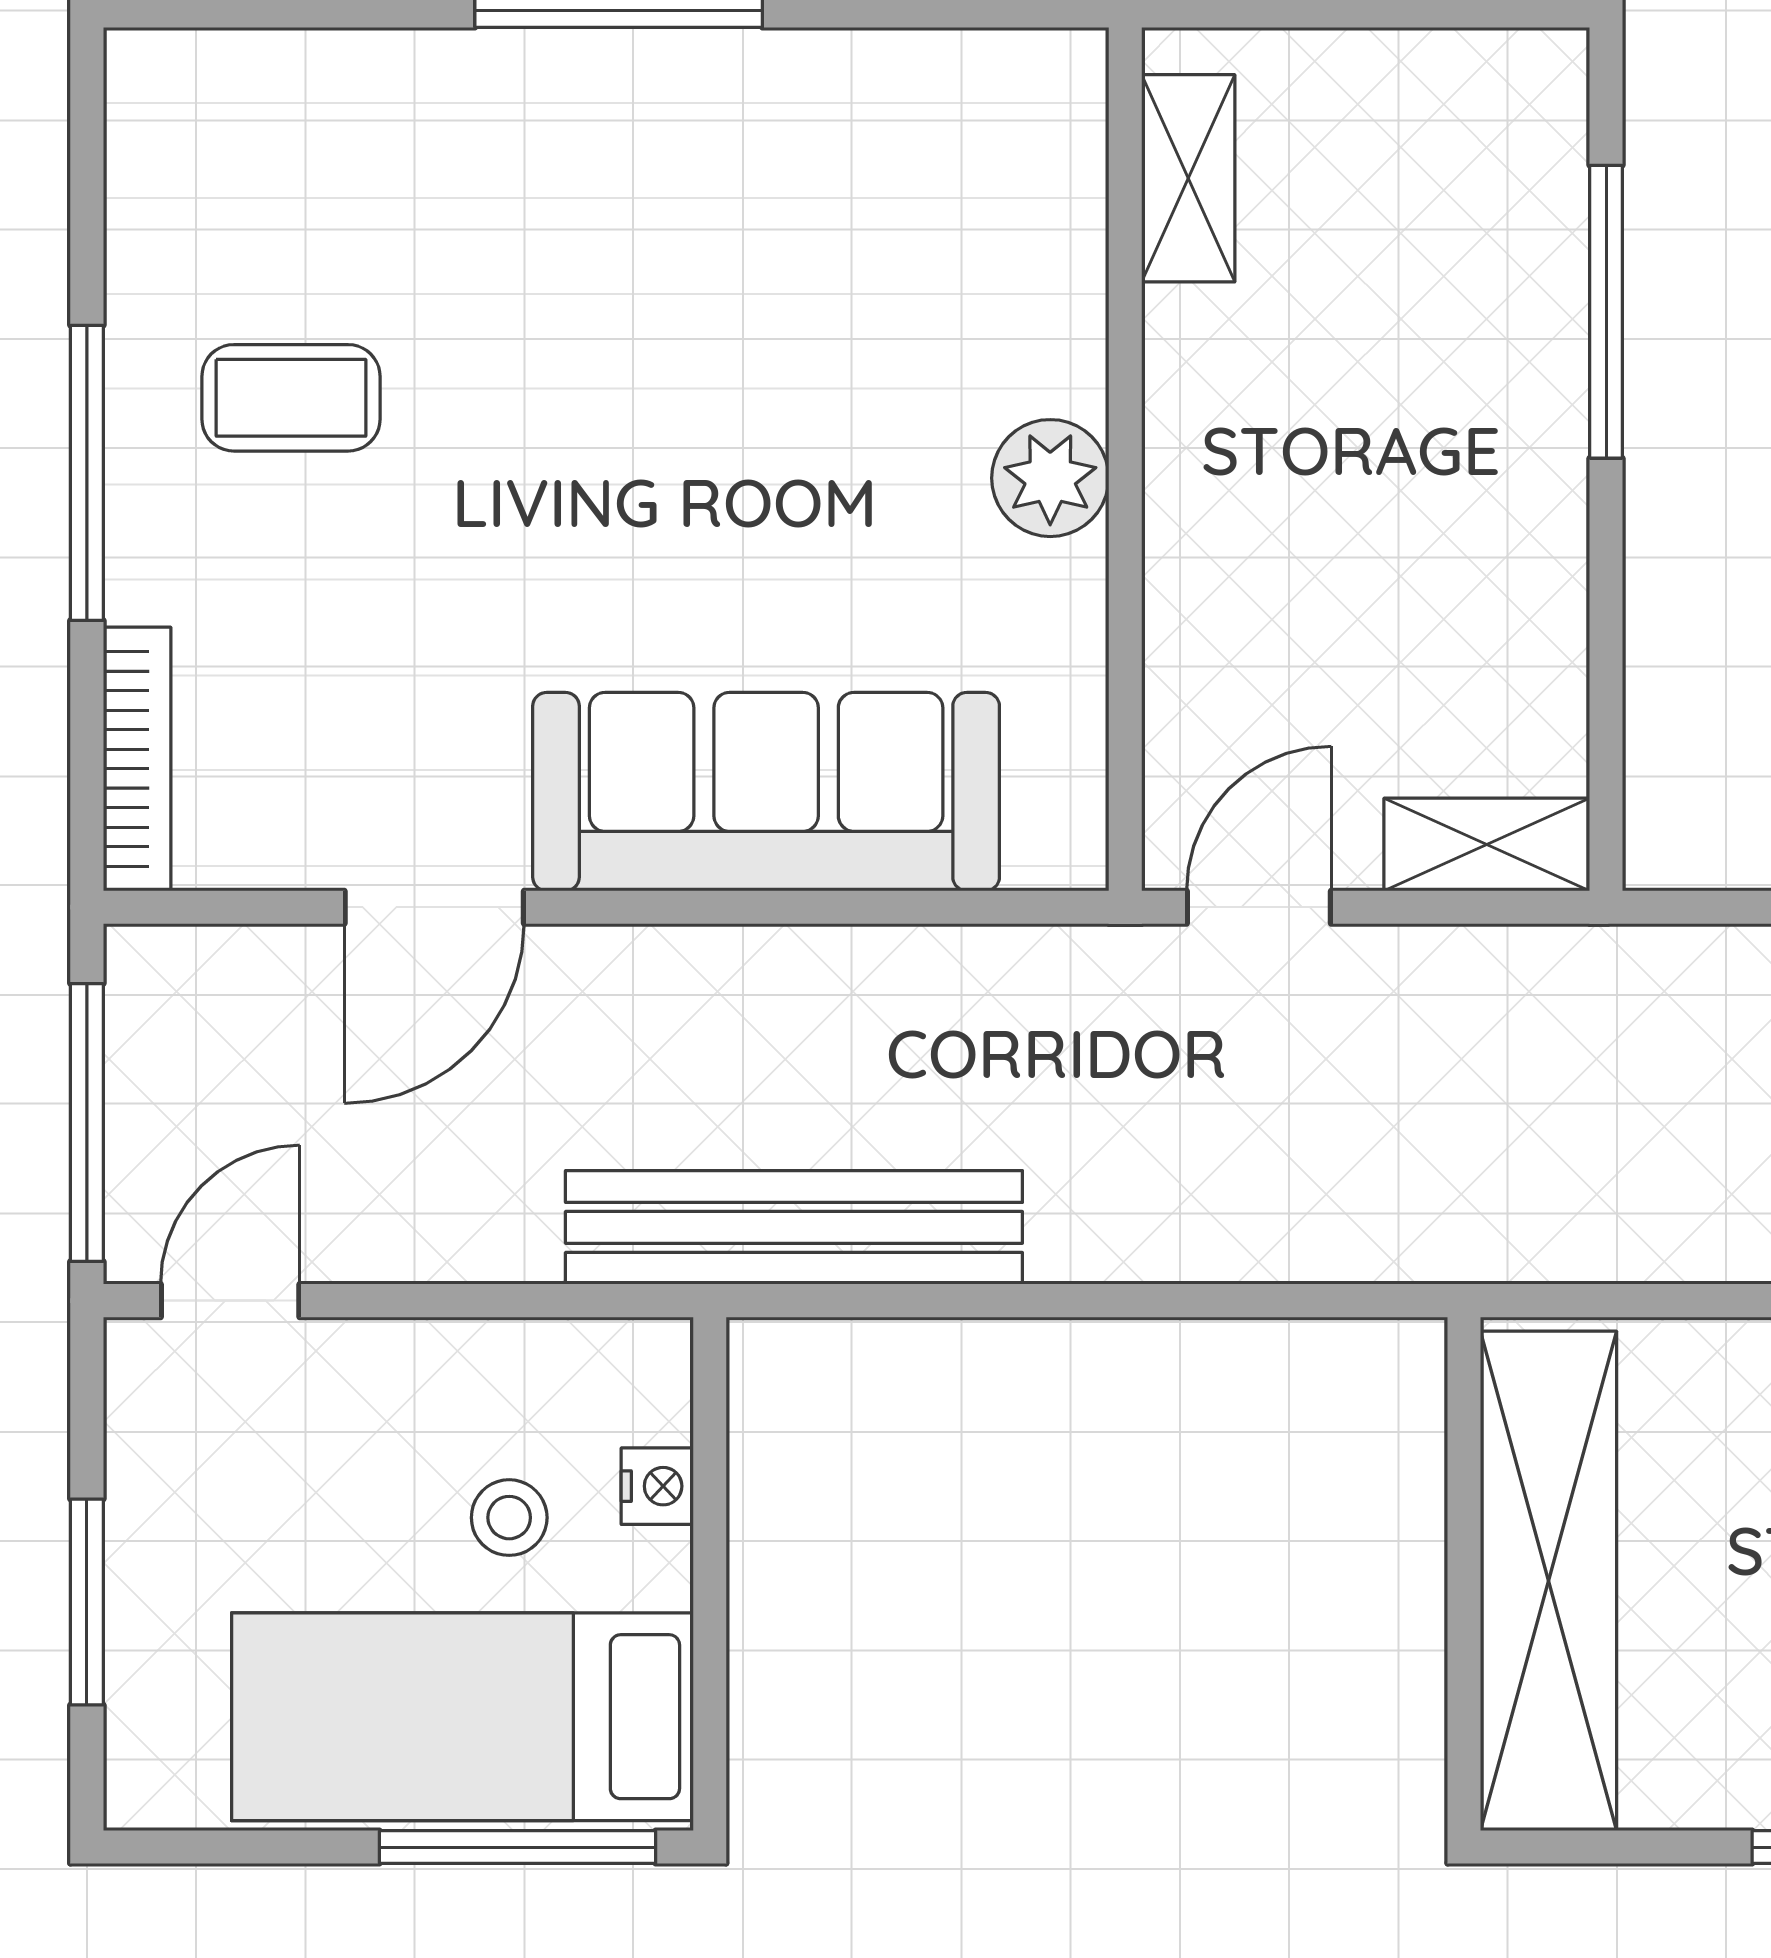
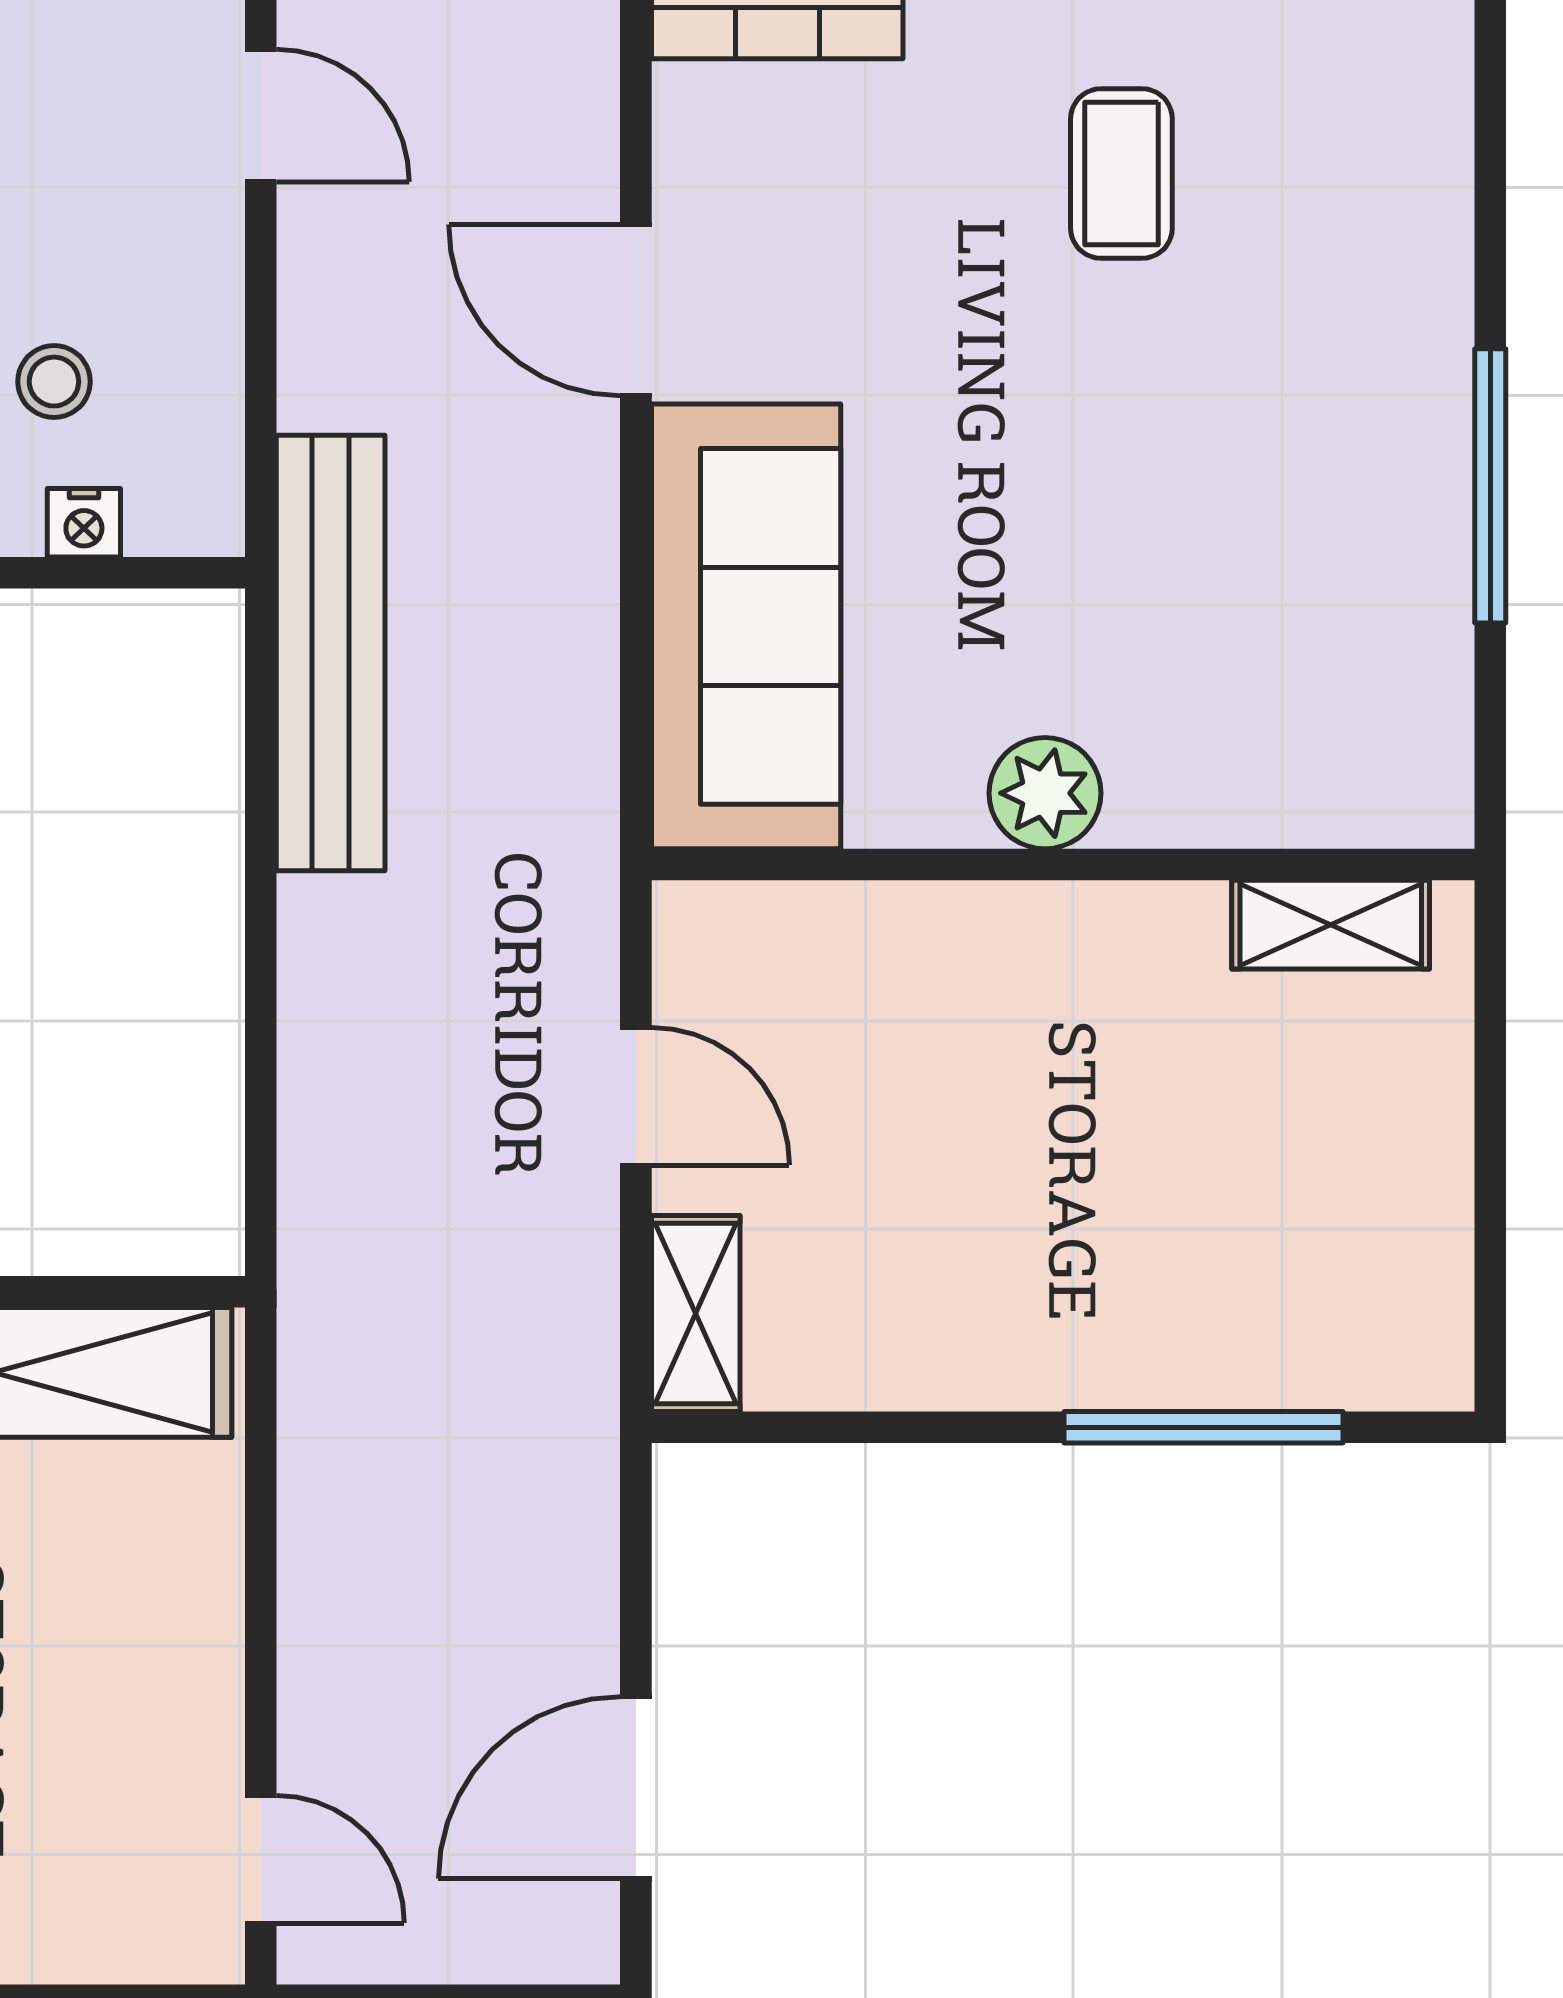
shelving: (1188, 178) -> (1331, 925), moved
wall: (1125, 459) -> (1063, 865), moved
plant: (1050, 478) -> (1045, 793), moved

